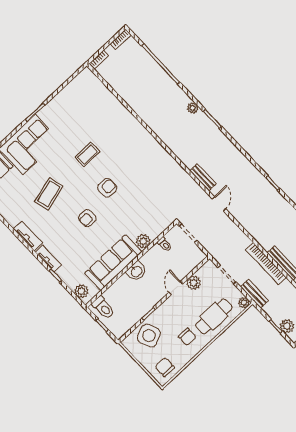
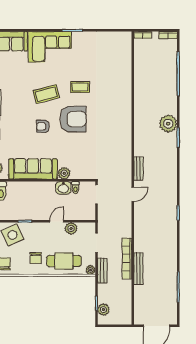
plant: (193, 108) -> (168, 124), width x1.88, depth x1.88
armchair: (107, 188) -> (73, 119), width x1.88, depth x1.88
coffee table: (49, 194) -> (46, 94), moved
washbasin: (136, 271) -> (63, 188), moved

